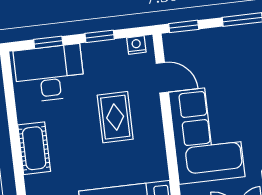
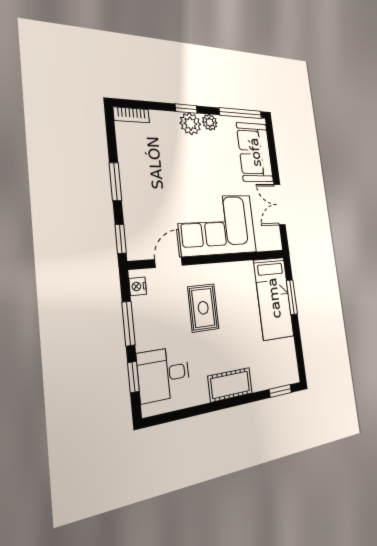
window: (100, 36) -> (128, 324), width x1.50
desk: (49, 73) -> (164, 374), width x0.73
rug: (115, 117) -> (203, 308), turned 90

